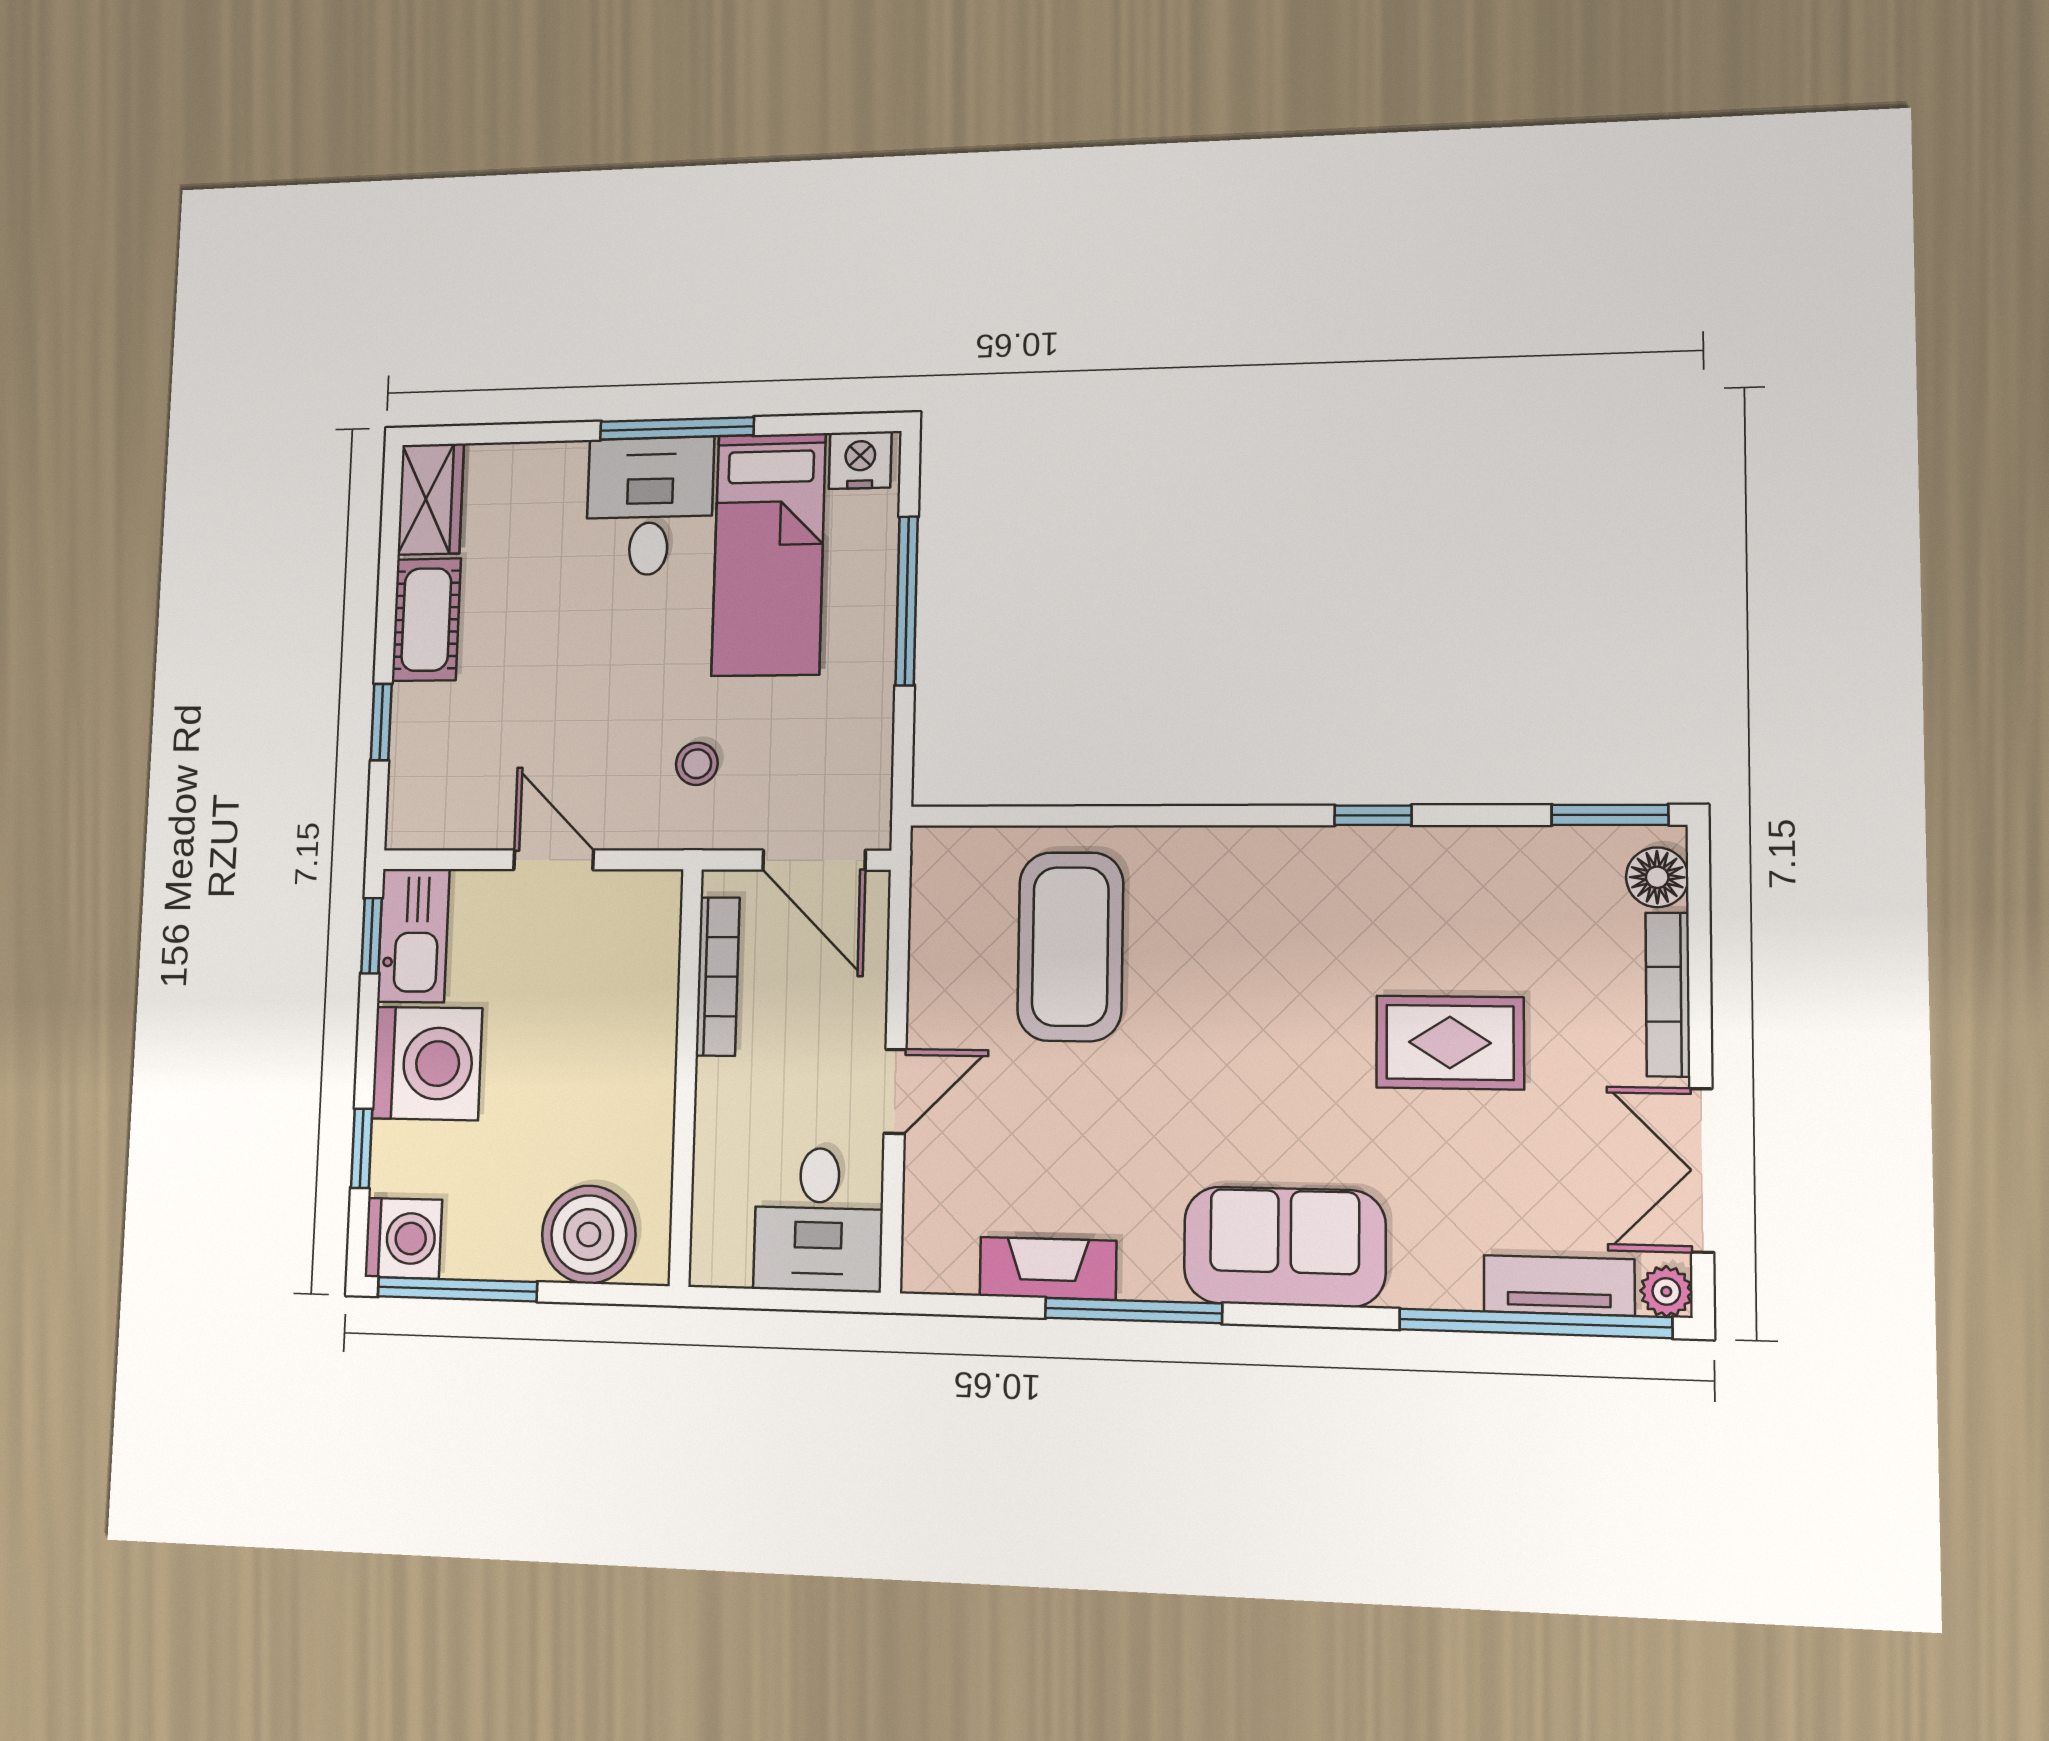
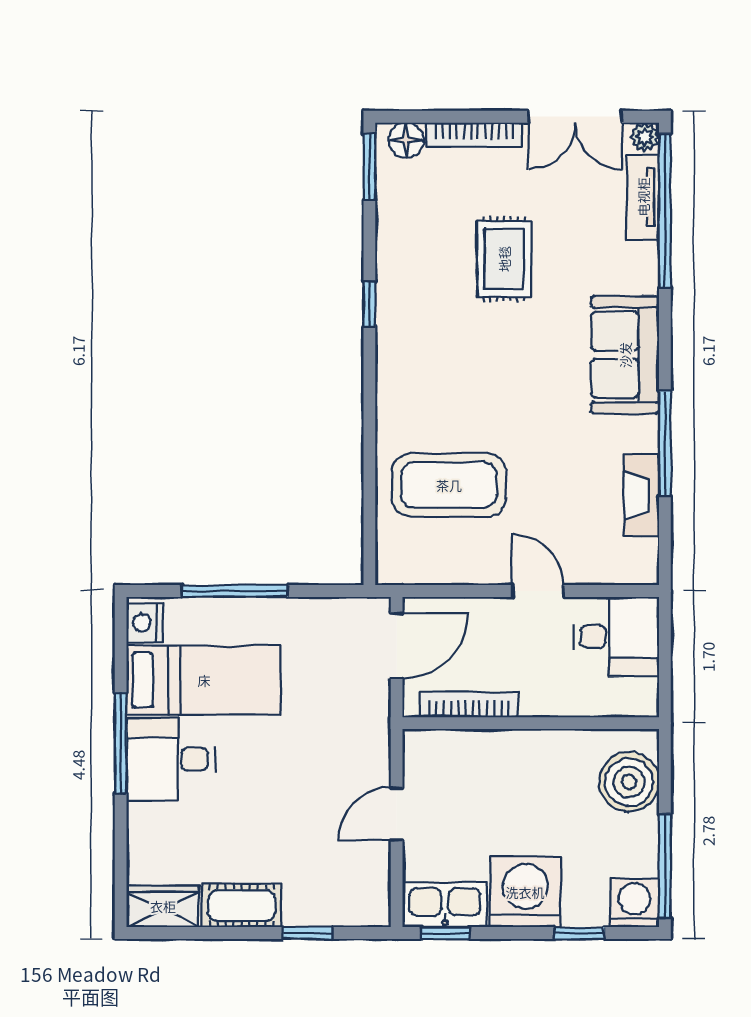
stool: (697, 764) -> (336, 723), removed

